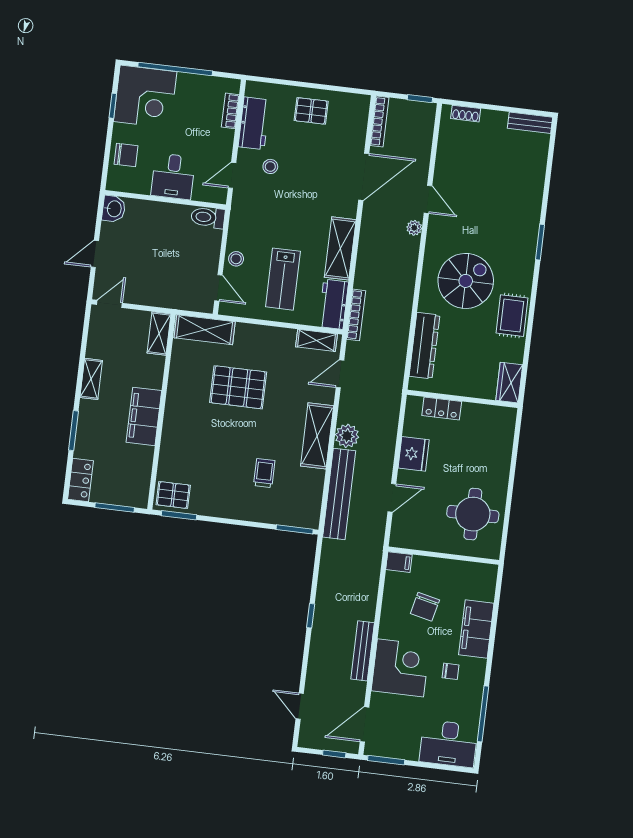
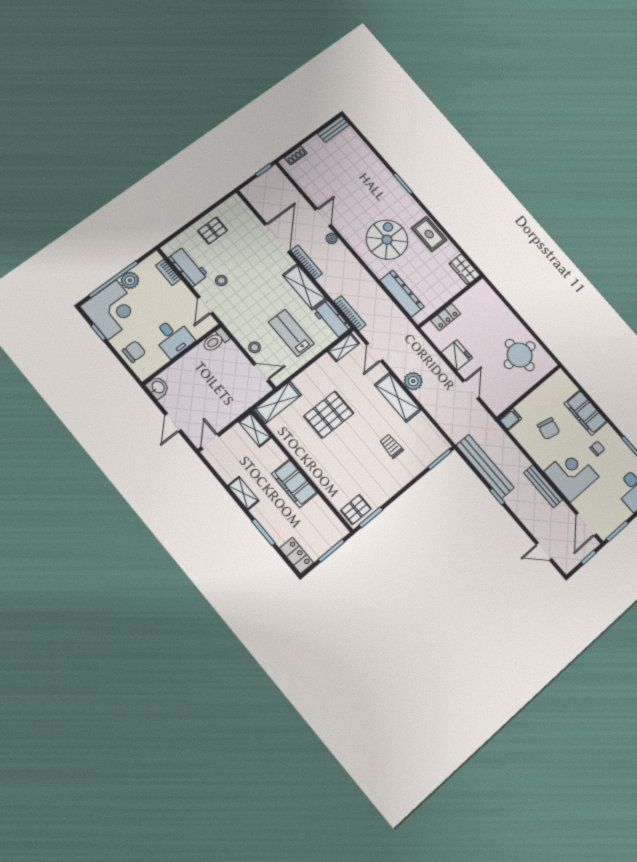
plant: (189, 85) -> (130, 280), added
bookcase: (379, 121) -> (306, 262), moved
door: (428, 199) -> (323, 217), hinge flipped
lab bench: (283, 279) -> (291, 333), turned 180
bench: (339, 494) -> (485, 466), moved

